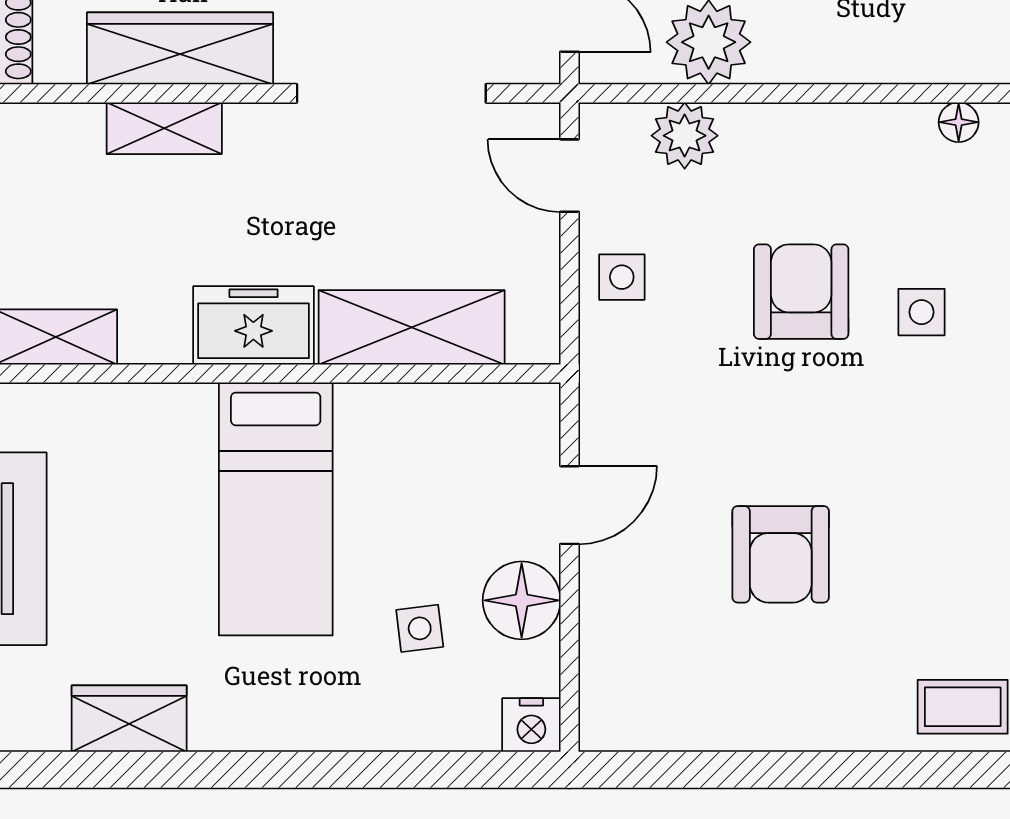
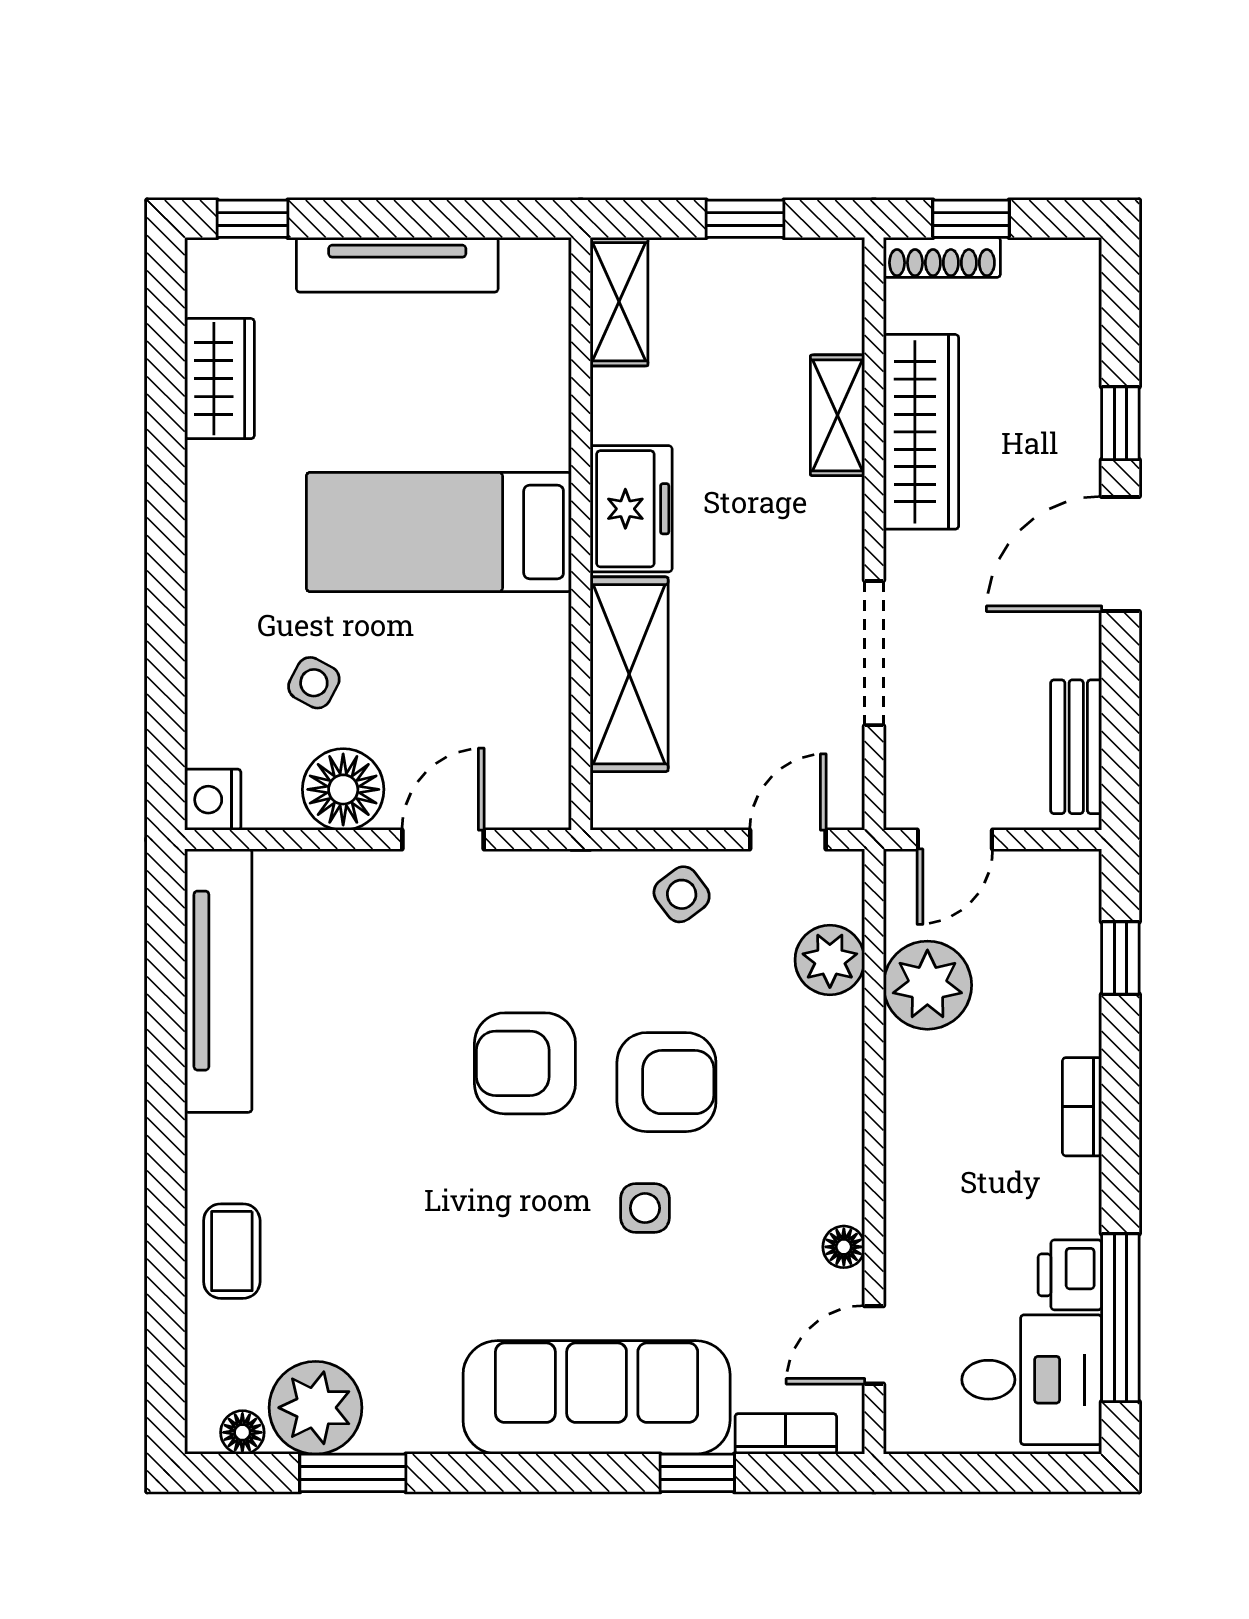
doorway: (391, 93) -> (874, 653), width x0.73
side table: (622, 277) -> (682, 894), turned -37
door: (570, 505) -> (443, 840), swing flipped
armchair: (781, 554) -> (525, 1063), moved
side table: (420, 628) -> (314, 683), turned 35
tv unit: (704, 720) -> (218, 981), added

